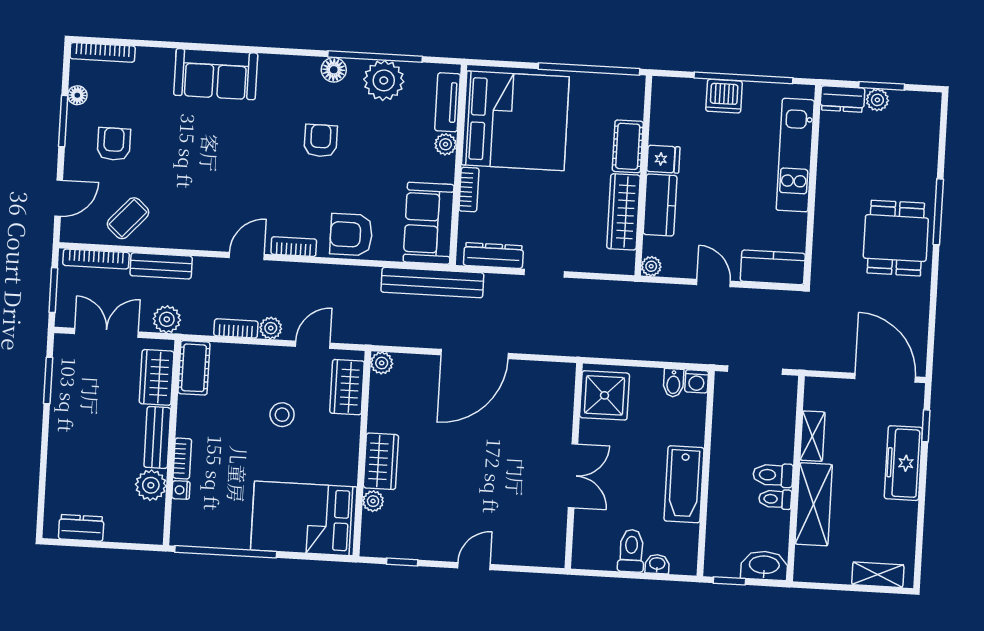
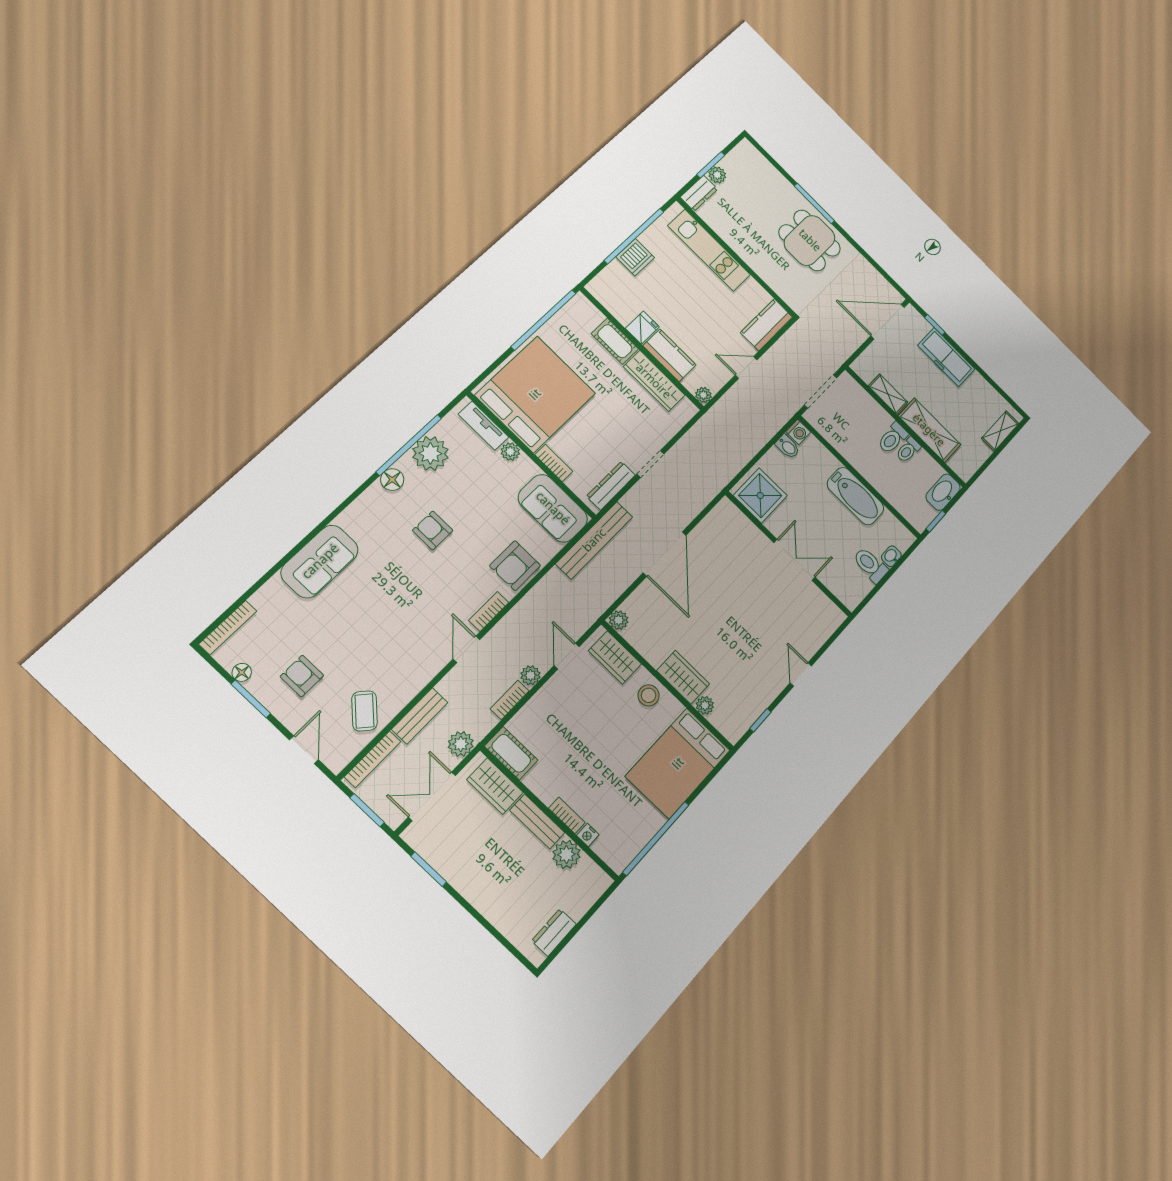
stool: (282, 415) -> (649, 695), moved

